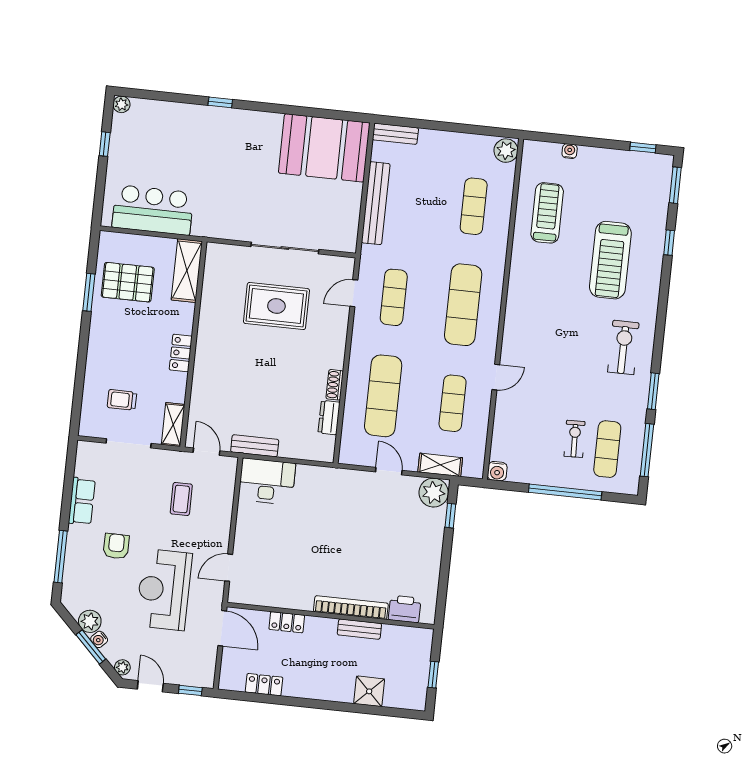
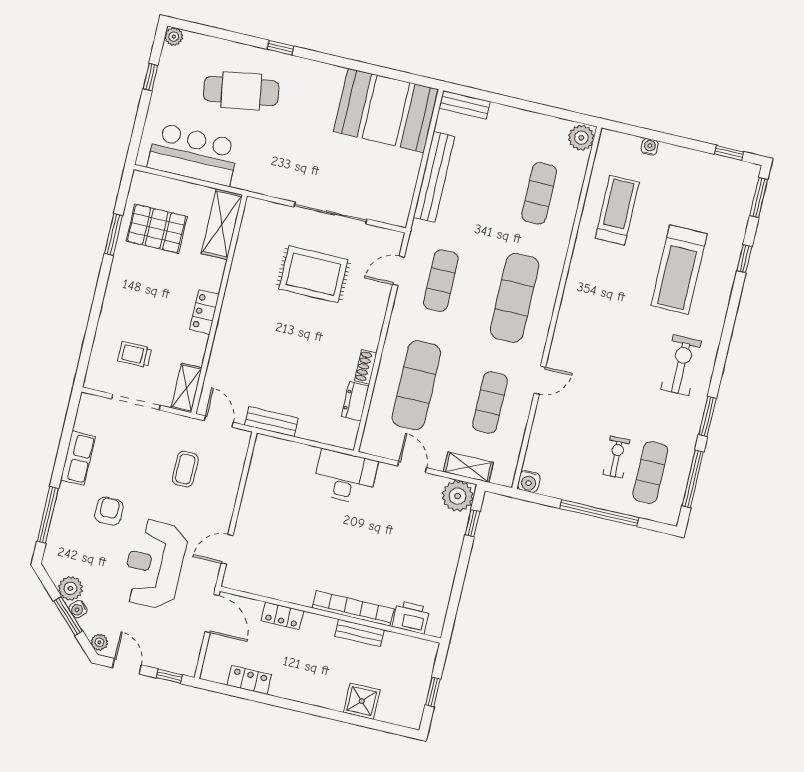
cafe table: (189, 147) -> (241, 91), added
desk: (267, 481) -> (345, 477), moved

